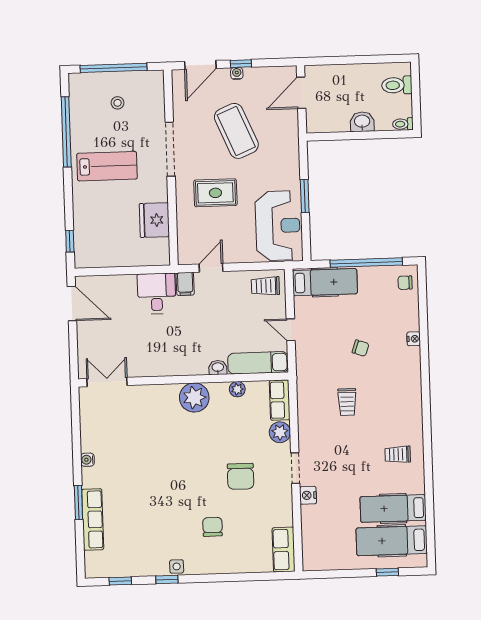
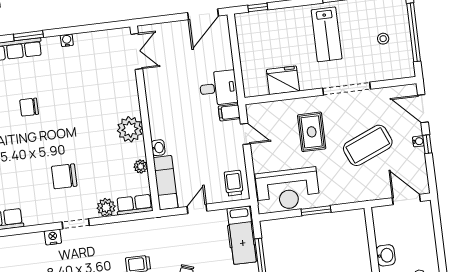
chair: (213, 527) -> (29, 107), moved, turned 180

